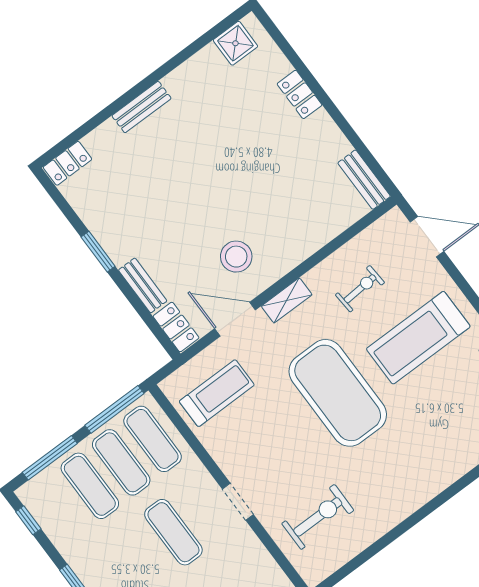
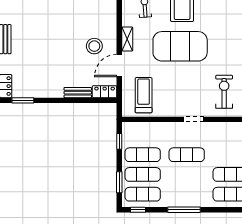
window: (98, 252) -> (23, 100), moved
window: (114, 409) -> (119, 141), width x0.46
exercise mat: (153, 439) -> (143, 194), moved
window: (50, 458) -> (119, 182), width x0.69

